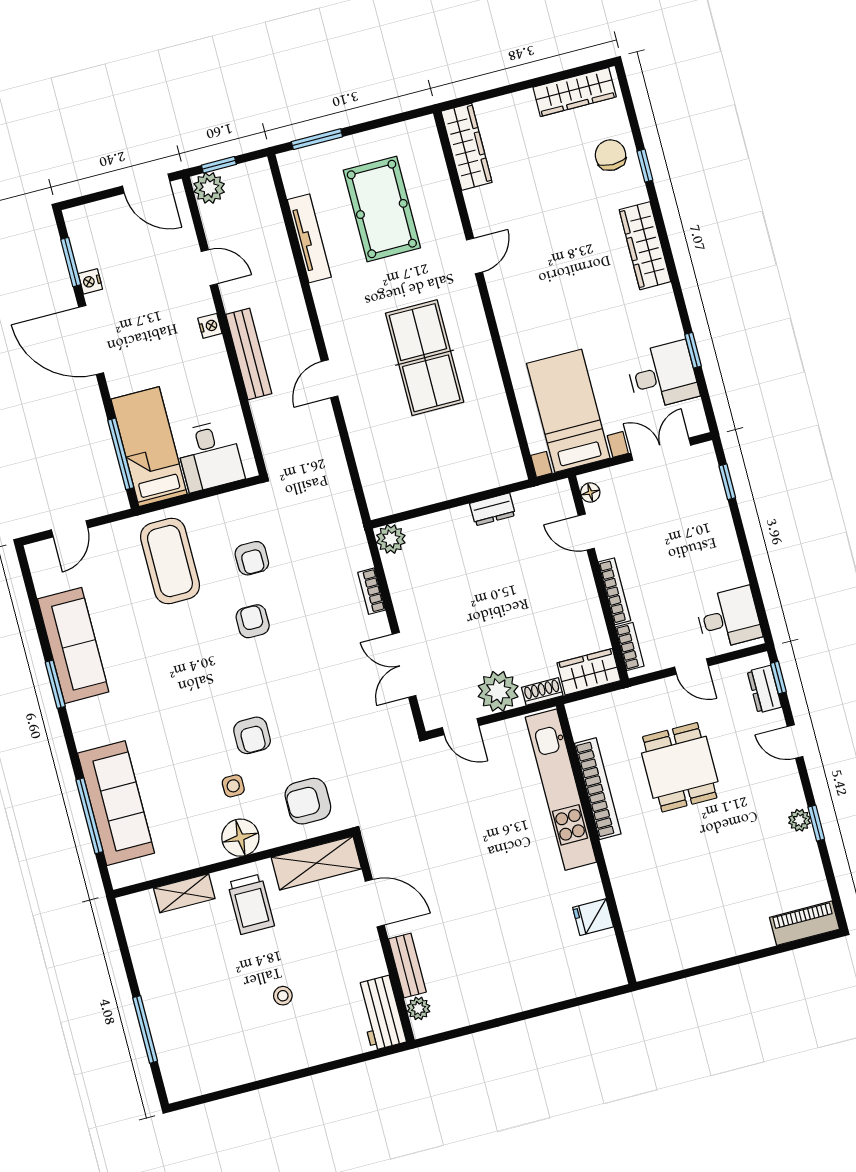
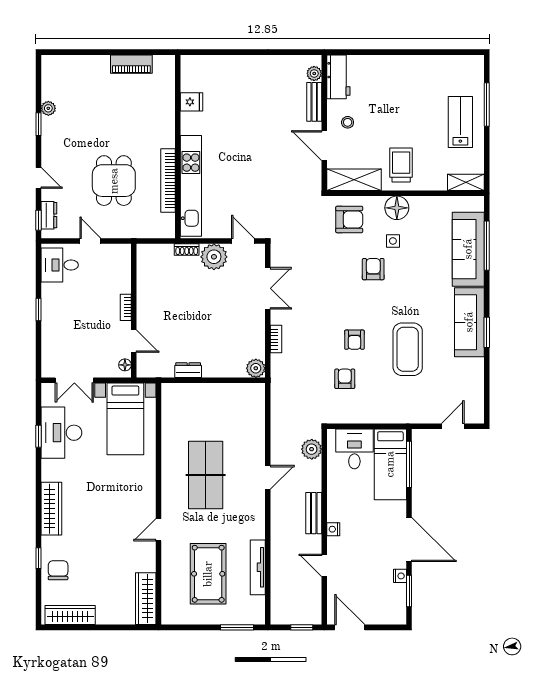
chair: (610, 155) -> (58, 570), turned 180
plant: (209, 188) -> (312, 449), moved
bench: (249, 354) -> (314, 513), width x0.73
desk: (662, 375) -> (61, 433), width x1.37
window: (727, 482) -> (38, 309), moved
coffee table: (170, 561) -> (408, 349), moved
bookcase: (615, 591) -> (126, 307), width x0.64
sofa: (73, 645) -> (469, 322), moved
bookcase: (630, 646) -> (125, 263), removed
wardrobe: (589, 672) -> (155, 254), removed
plant: (799, 820) -> (48, 108), moved
shelving: (184, 893) -> (466, 182), moved
piano: (804, 923) -> (131, 64), moved
lab bench: (178, 992) -> (460, 122), added
stool: (283, 996) -> (348, 122), moved

